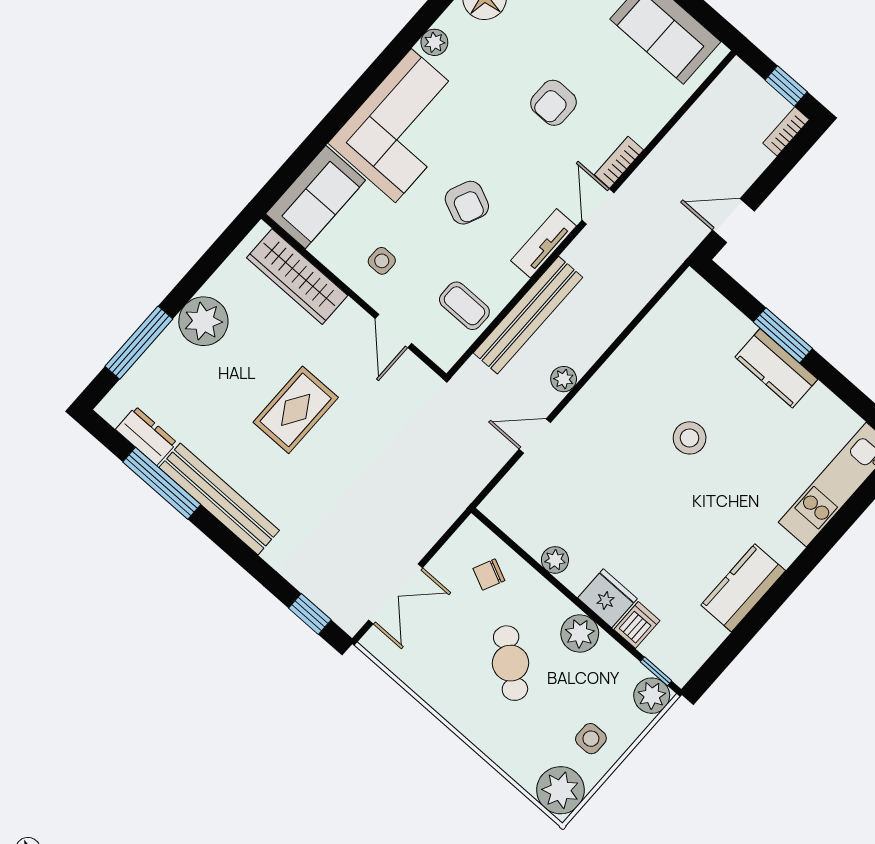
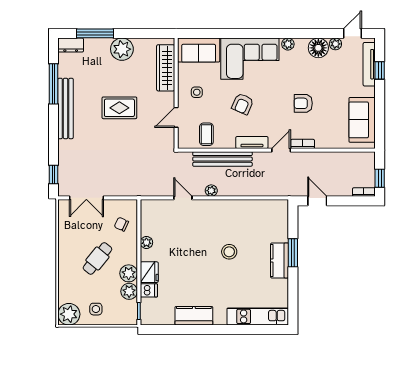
dresser: (146, 436) -> (71, 45), moved, turned 90
plant: (652, 696) -> (129, 291), moved

